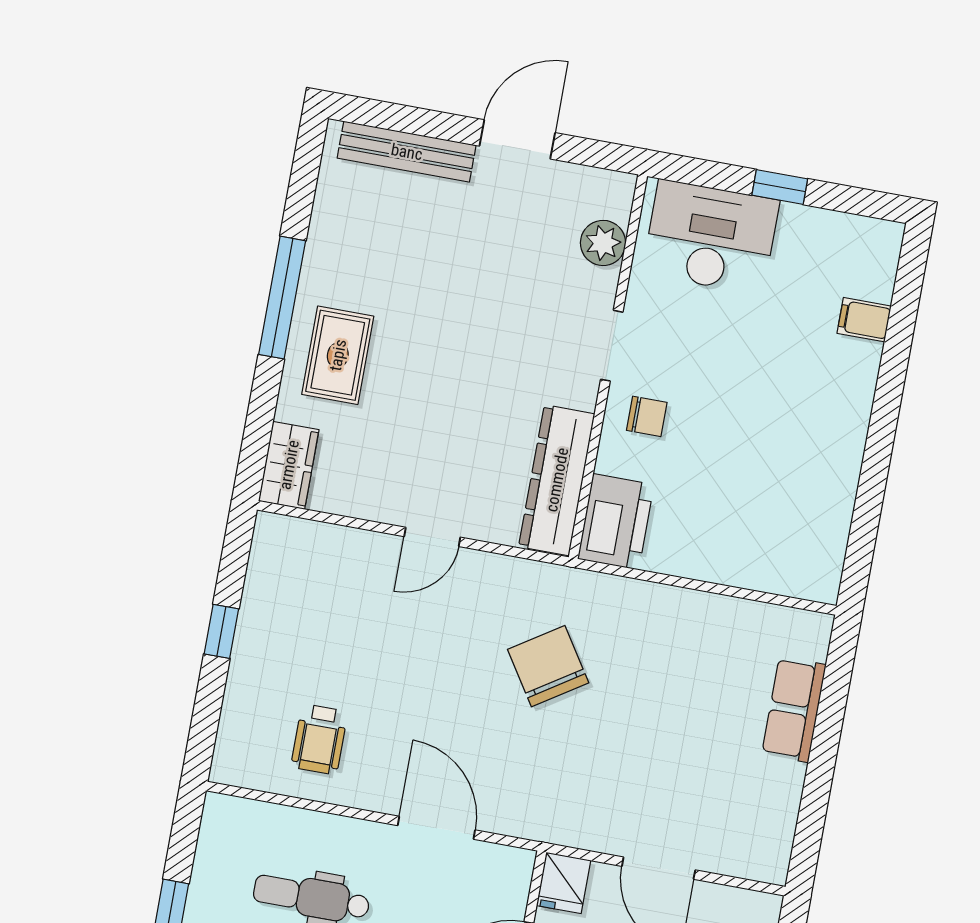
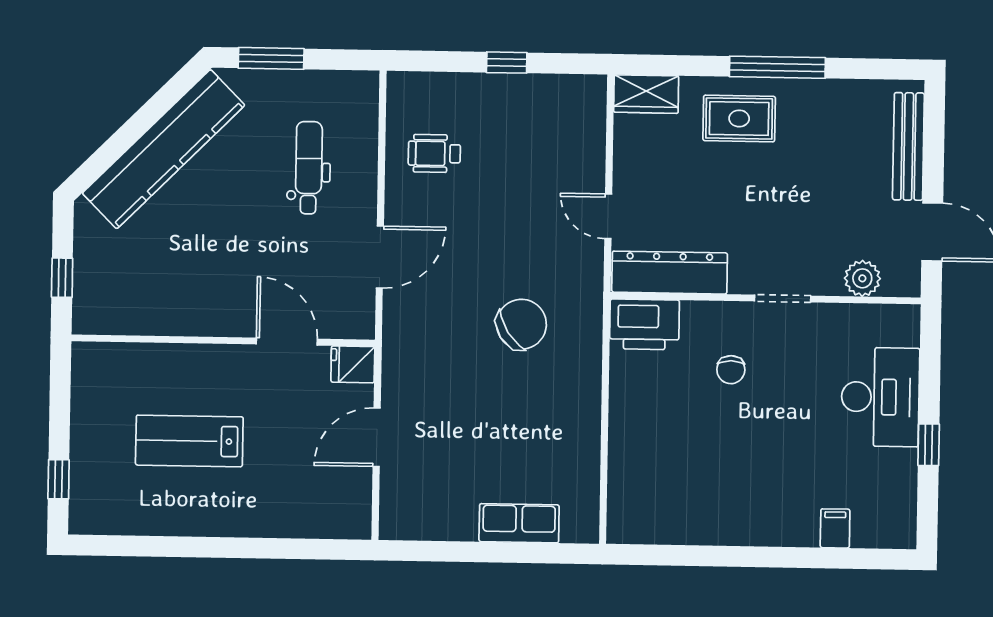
plant: (603, 243) -> (862, 278), moved
doorway: (612, 346) -> (783, 298), moved
wall: (608, 367) -> (766, 298), moved
dresser: (557, 480) -> (670, 273), moved
printer: (616, 522) -> (644, 324), moved

